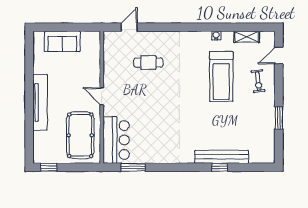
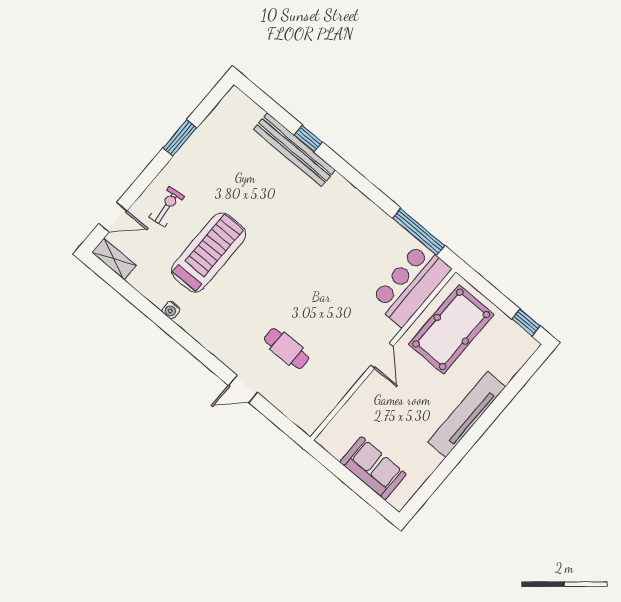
door: (129, 27) -> (243, 389), moved
shelving: (247, 37) -> (114, 259), moved
window: (133, 167) -> (419, 232), width x1.44

